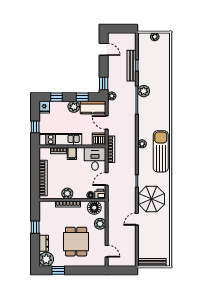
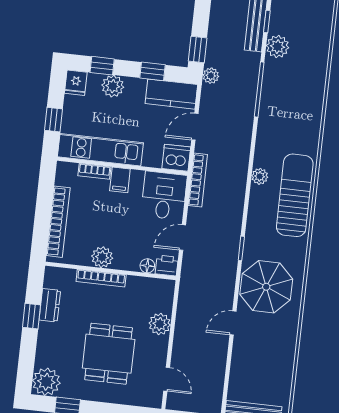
plant: (144, 91) -> (278, 47), moved
plant: (74, 107) -> (113, 86), moved
door: (107, 123) -> (195, 127), hinge flipped
floor lamp: (94, 208) -> (152, 291), removed
dresser: (44, 243) -> (50, 305), moved

